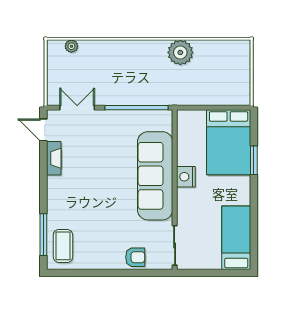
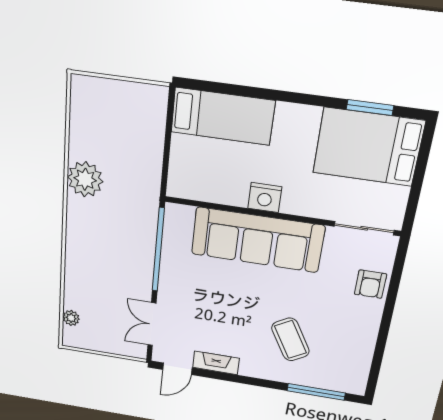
bed: (229, 142) -> (223, 116), width x0.67
window: (254, 160) -> (370, 108), moved
bed: (236, 238) -> (368, 147), width x1.50
coffee table: (63, 246) -> (290, 339), moved, turned 60
armchair: (135, 257) -> (370, 284), turned 180

